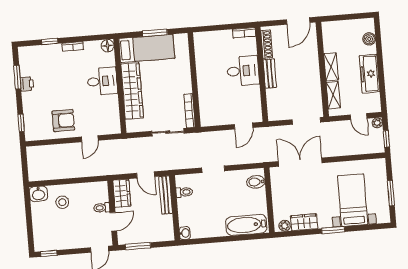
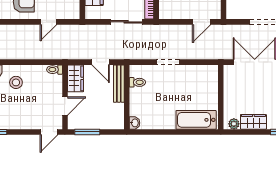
bidet: (256, 182) -> (209, 78), removed
toilet: (102, 208) -> (55, 70), moved

